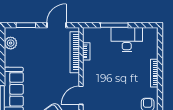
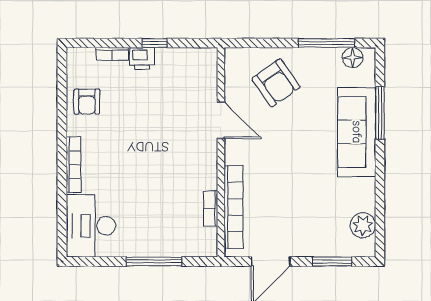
desk: (127, 39) -> (91, 226), moved, turned 90
door: (81, 95) -> (221, 120), hinge flipped

